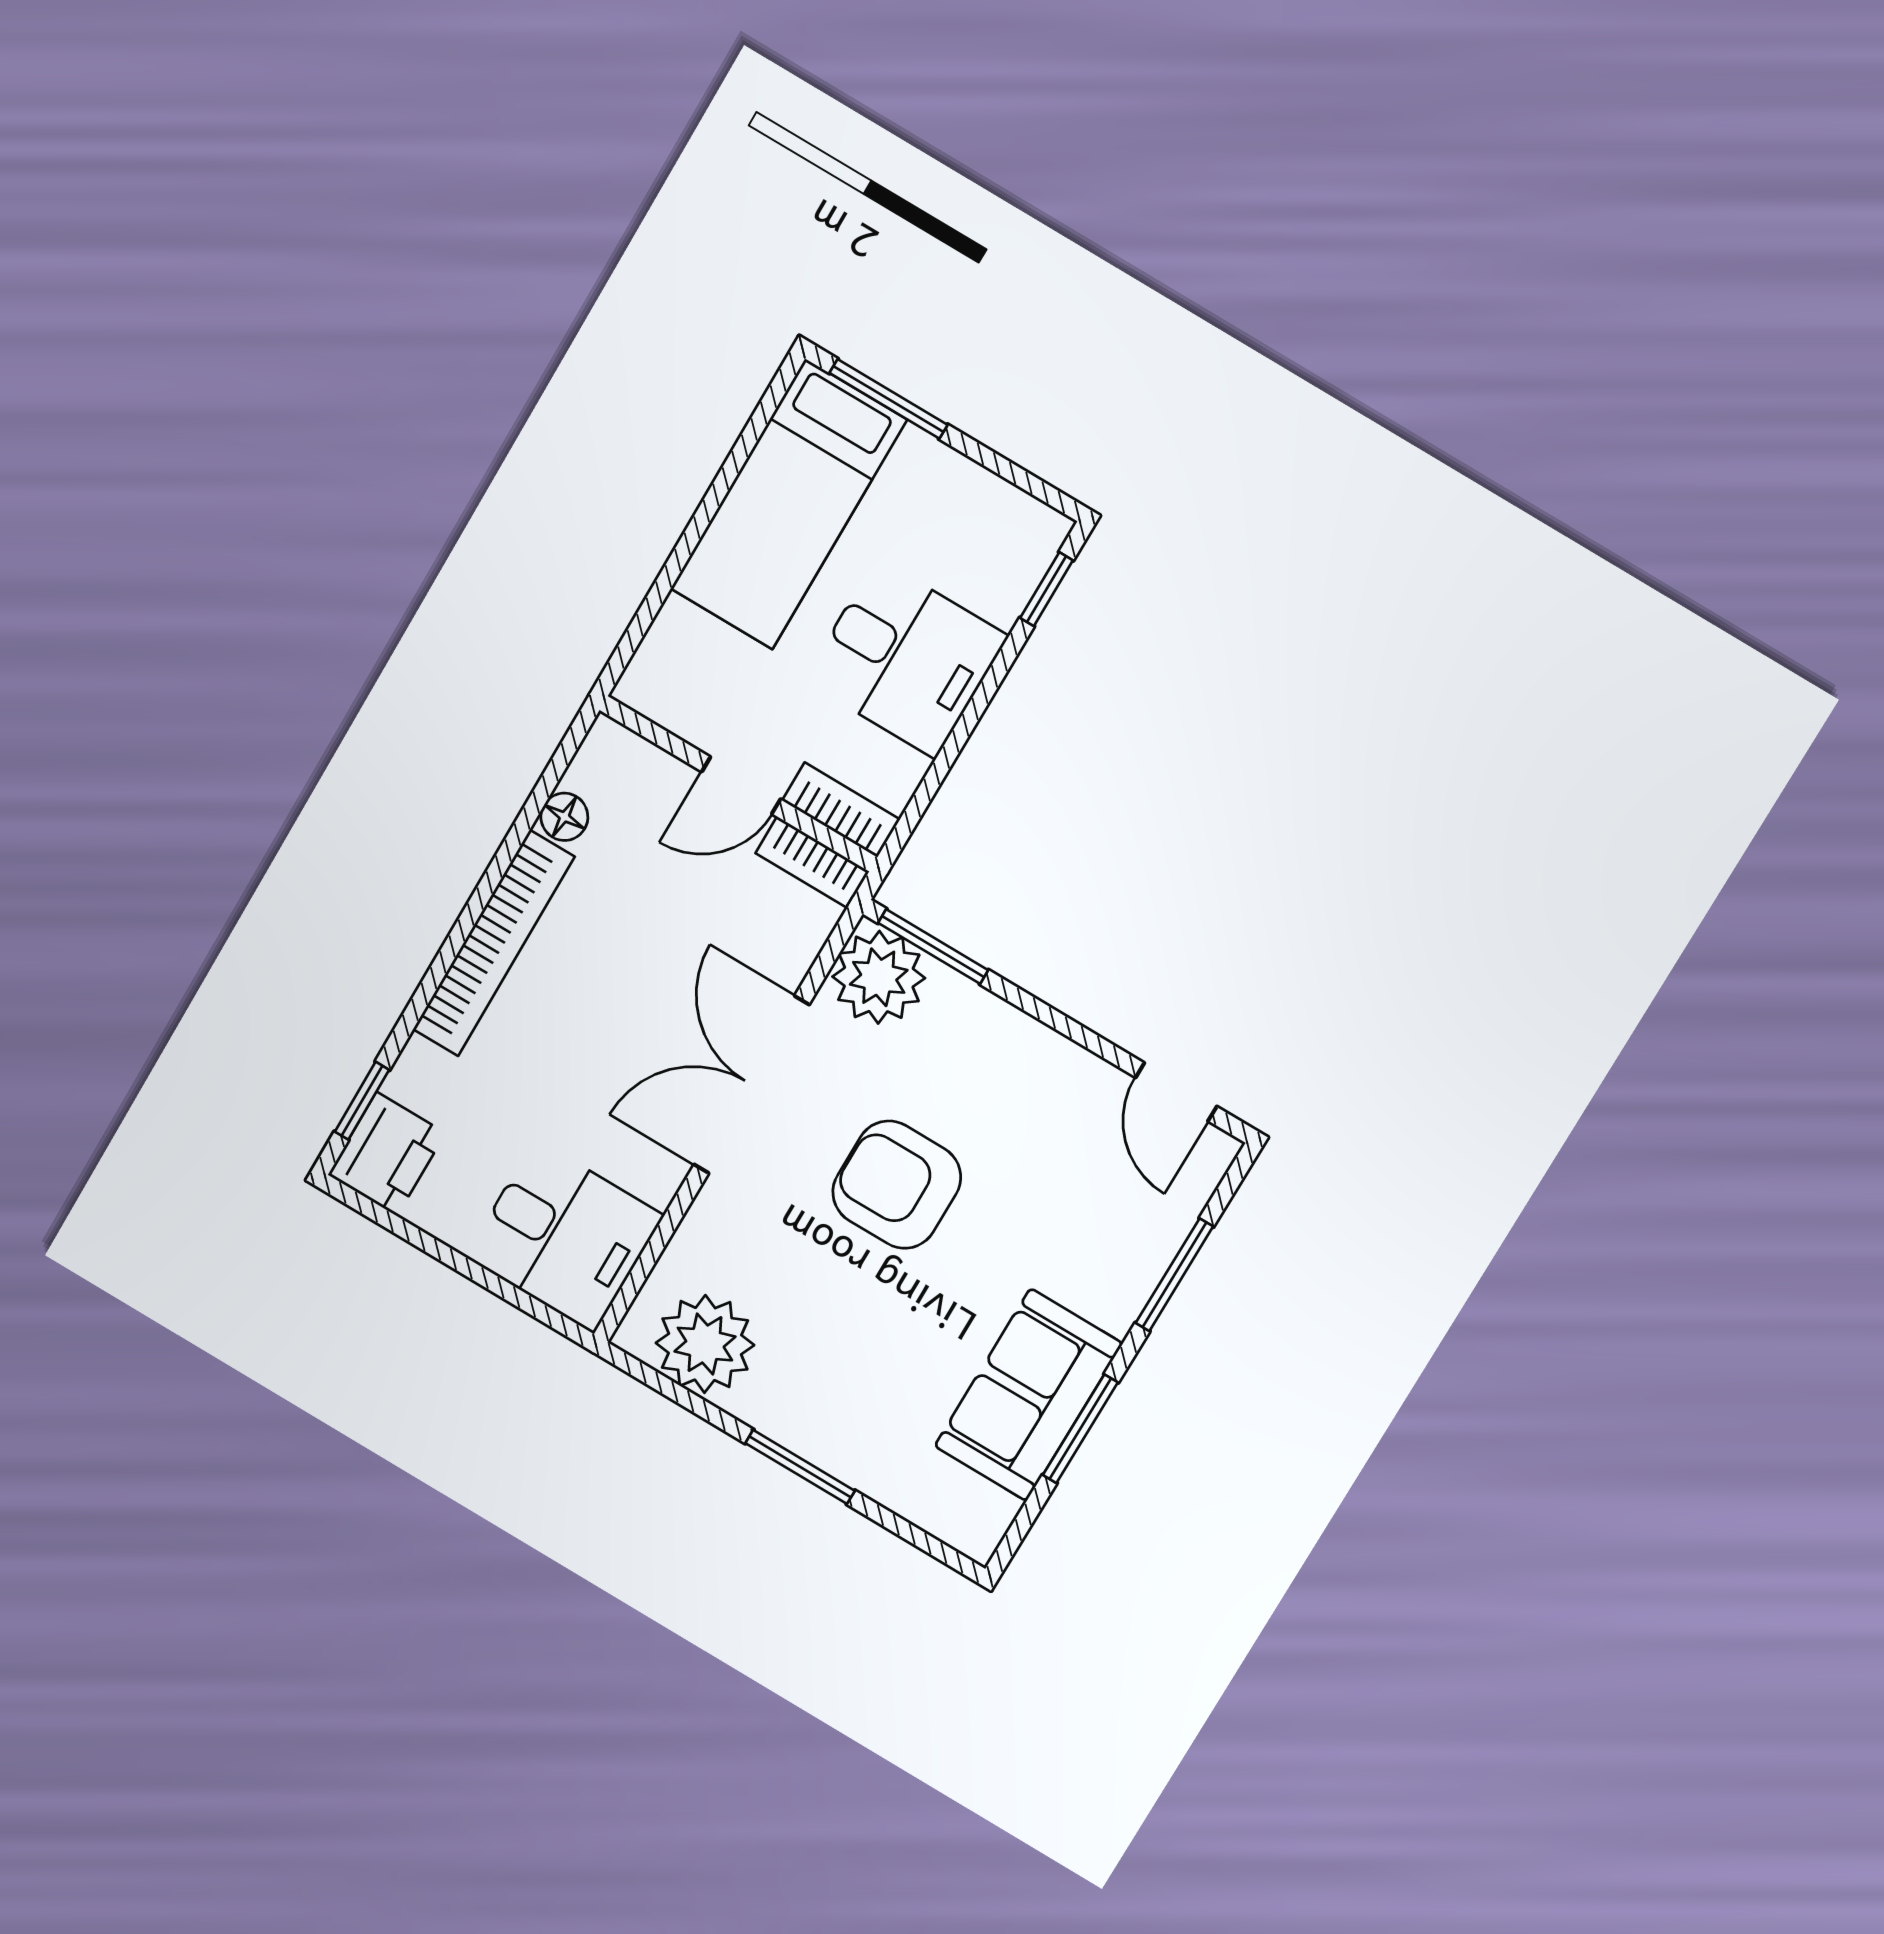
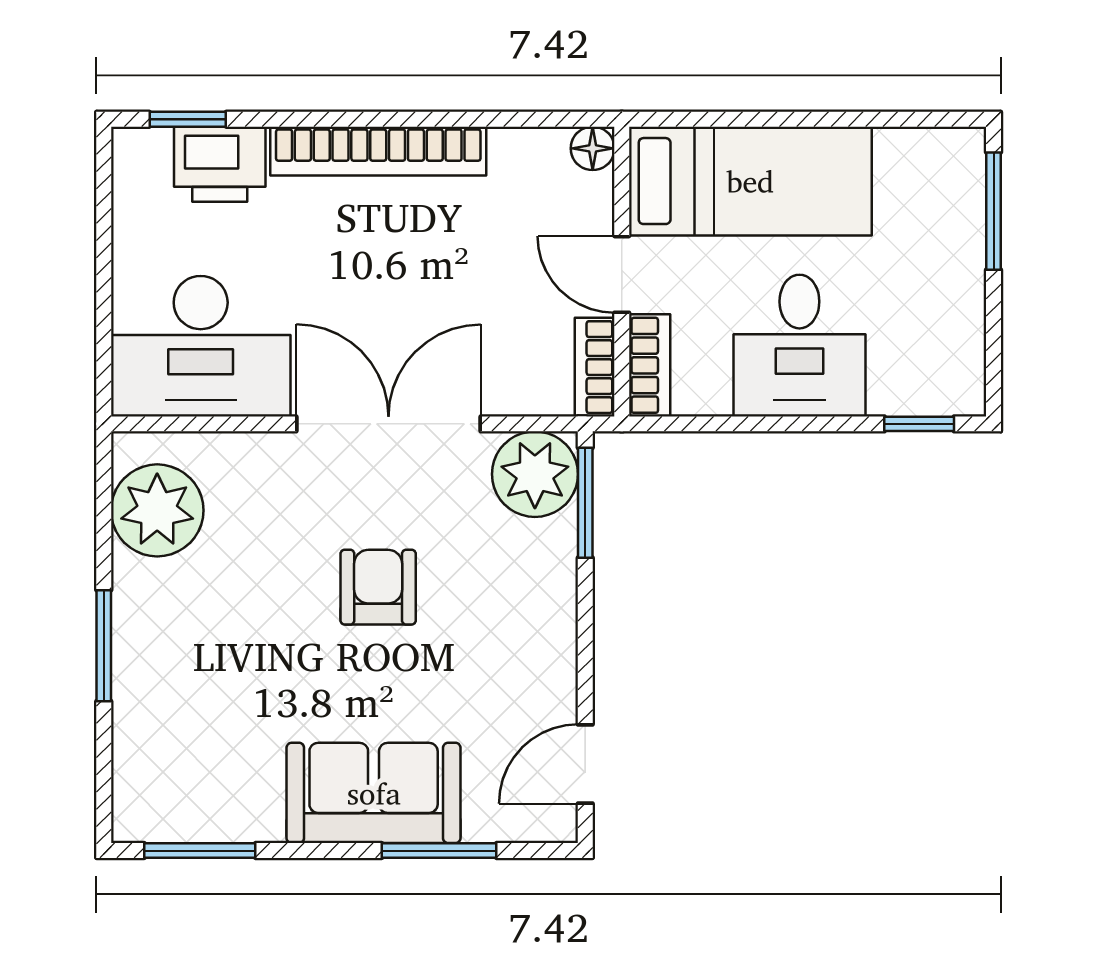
bed: (789, 504) -> (750, 181), moved, turned 180
floor lamp: (564, 817) -> (593, 148), moved
printer: (387, 1154) -> (220, 164), moved
armchair: (897, 1185) -> (378, 587), width x0.72, depth x0.72
desk: (564, 1236) -> (201, 346), width x1.37
sofa: (1029, 1395) -> (374, 793), moved
window: (1080, 1429) -> (200, 851), moved

